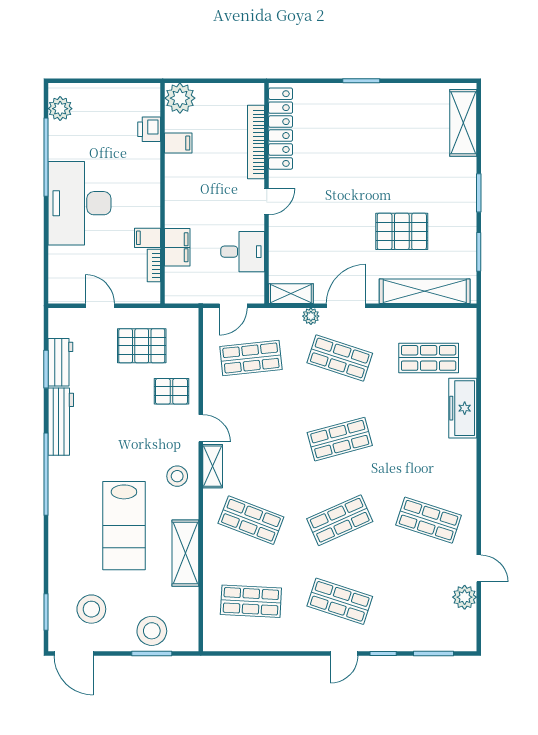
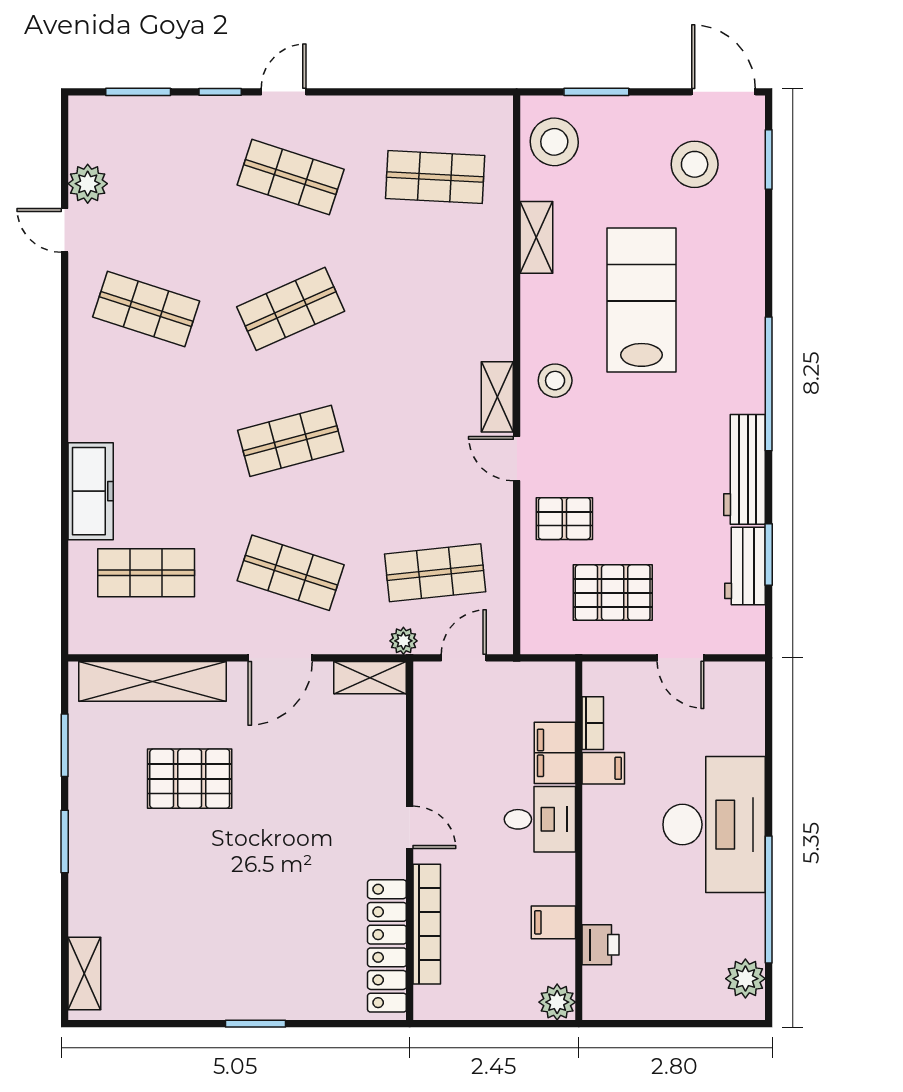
plant: (180, 98) -> (557, 1002), width x0.73, depth x0.73
shelving: (463, 123) -> (84, 974), width x0.67, depth x0.75
door: (267, 202) -> (410, 827), swing flipped
desk: (243, 252) -> (540, 819), moved, turned 180
plant: (311, 316) -> (403, 641), moved
shop shelf: (251, 520) -> (435, 309), removed
shelving: (185, 553) -> (536, 237), width x0.67, depth x0.75
stool: (152, 631) -> (554, 142), moved

